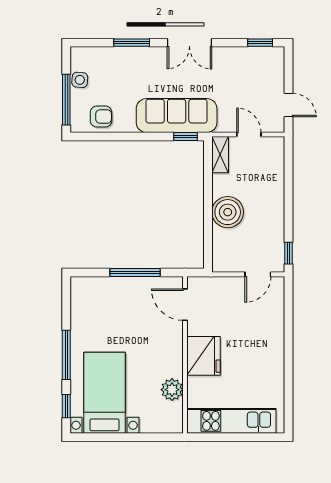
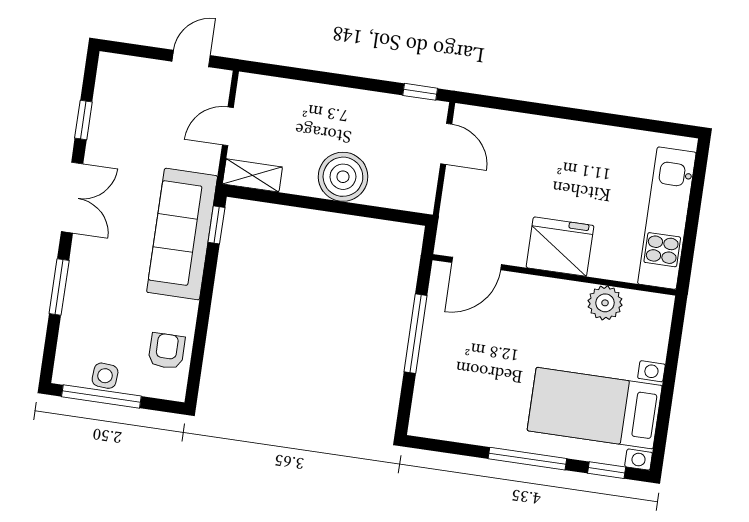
window: (260, 43) -> (83, 120), moved
window: (66, 100) -> (101, 396), moved

